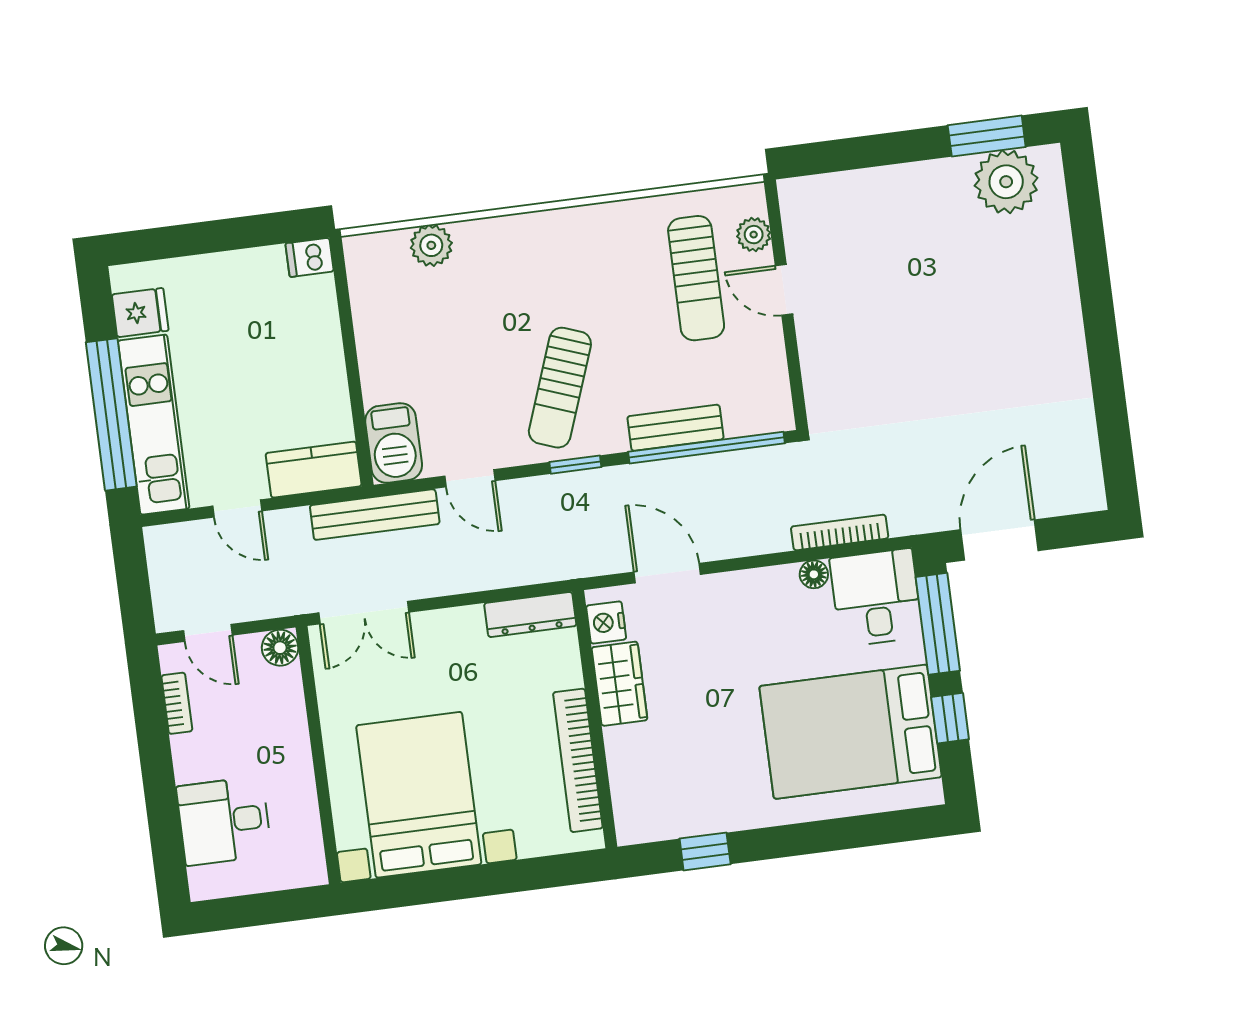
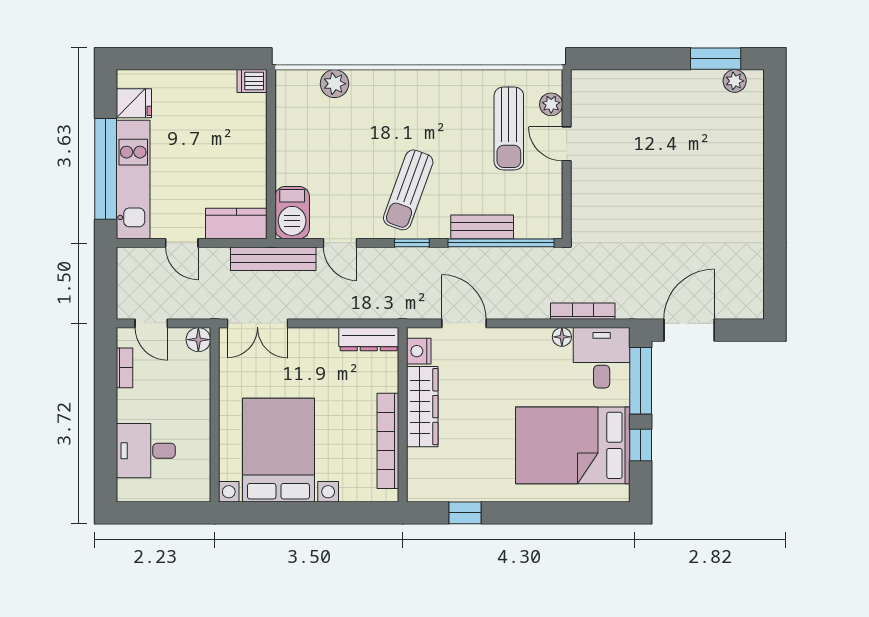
plant: (1006, 182) -> (735, 81), width x0.53, depth x0.53
wardrobe: (619, 684) -> (422, 407), width x1.50

